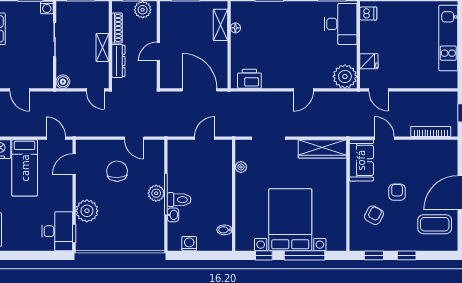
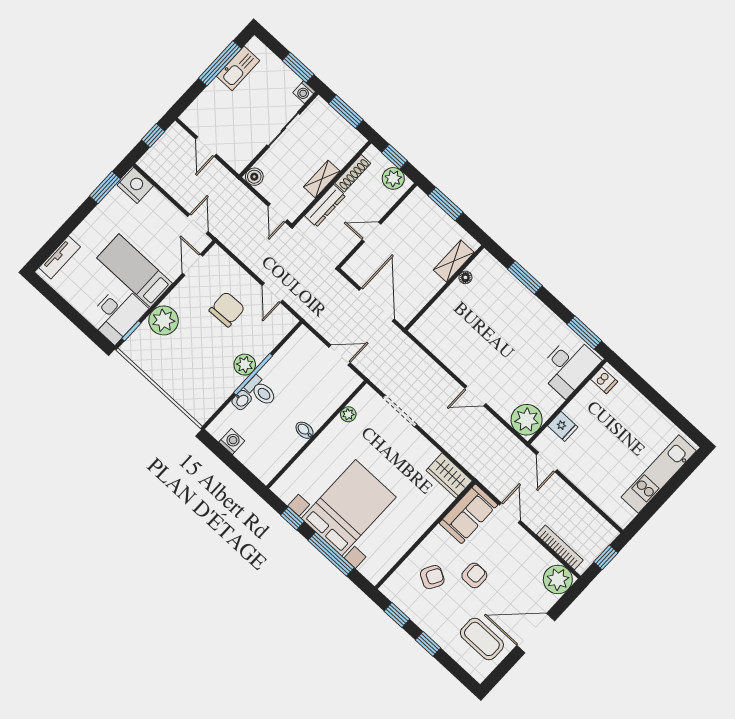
printer: (249, 79) -> (434, 338), removed
wardrobe: (322, 149) -> (449, 476), width x0.67
plant: (446, 151) -> (558, 579), added
door: (74, 164) -> (193, 265), hinge flipped
bed: (25, 168) -> (135, 271), moved, turned 90
bidet: (225, 230) -> (305, 430), moved

